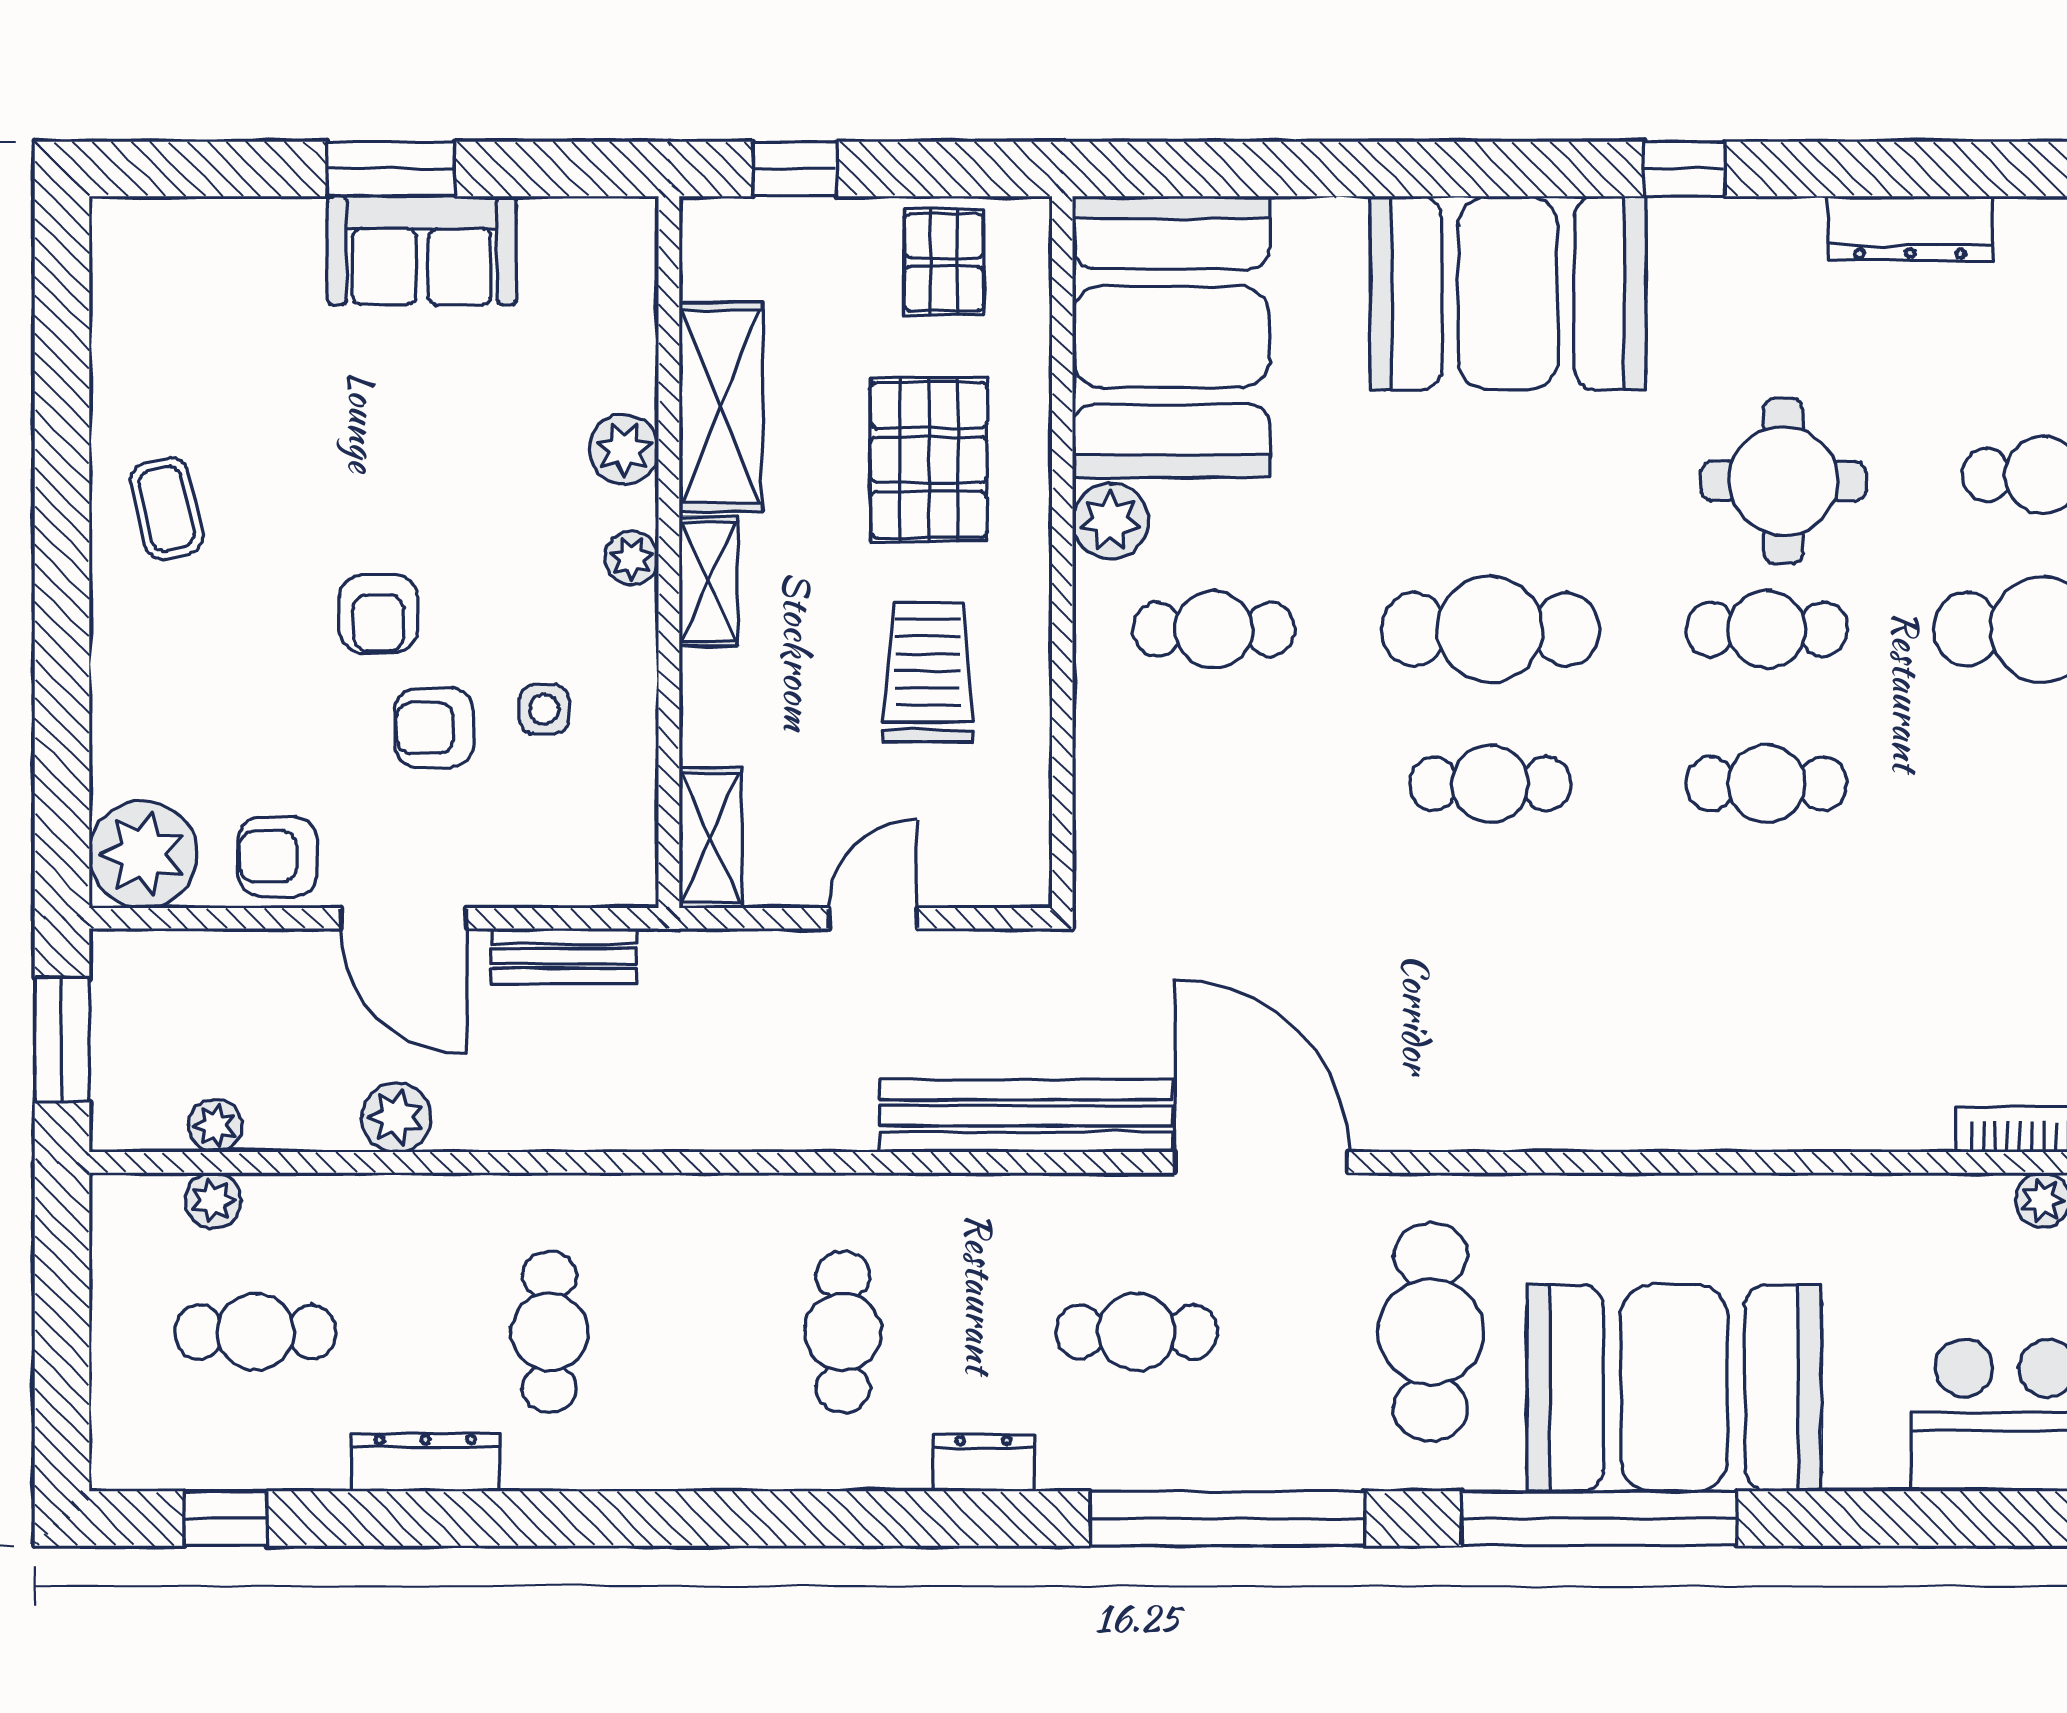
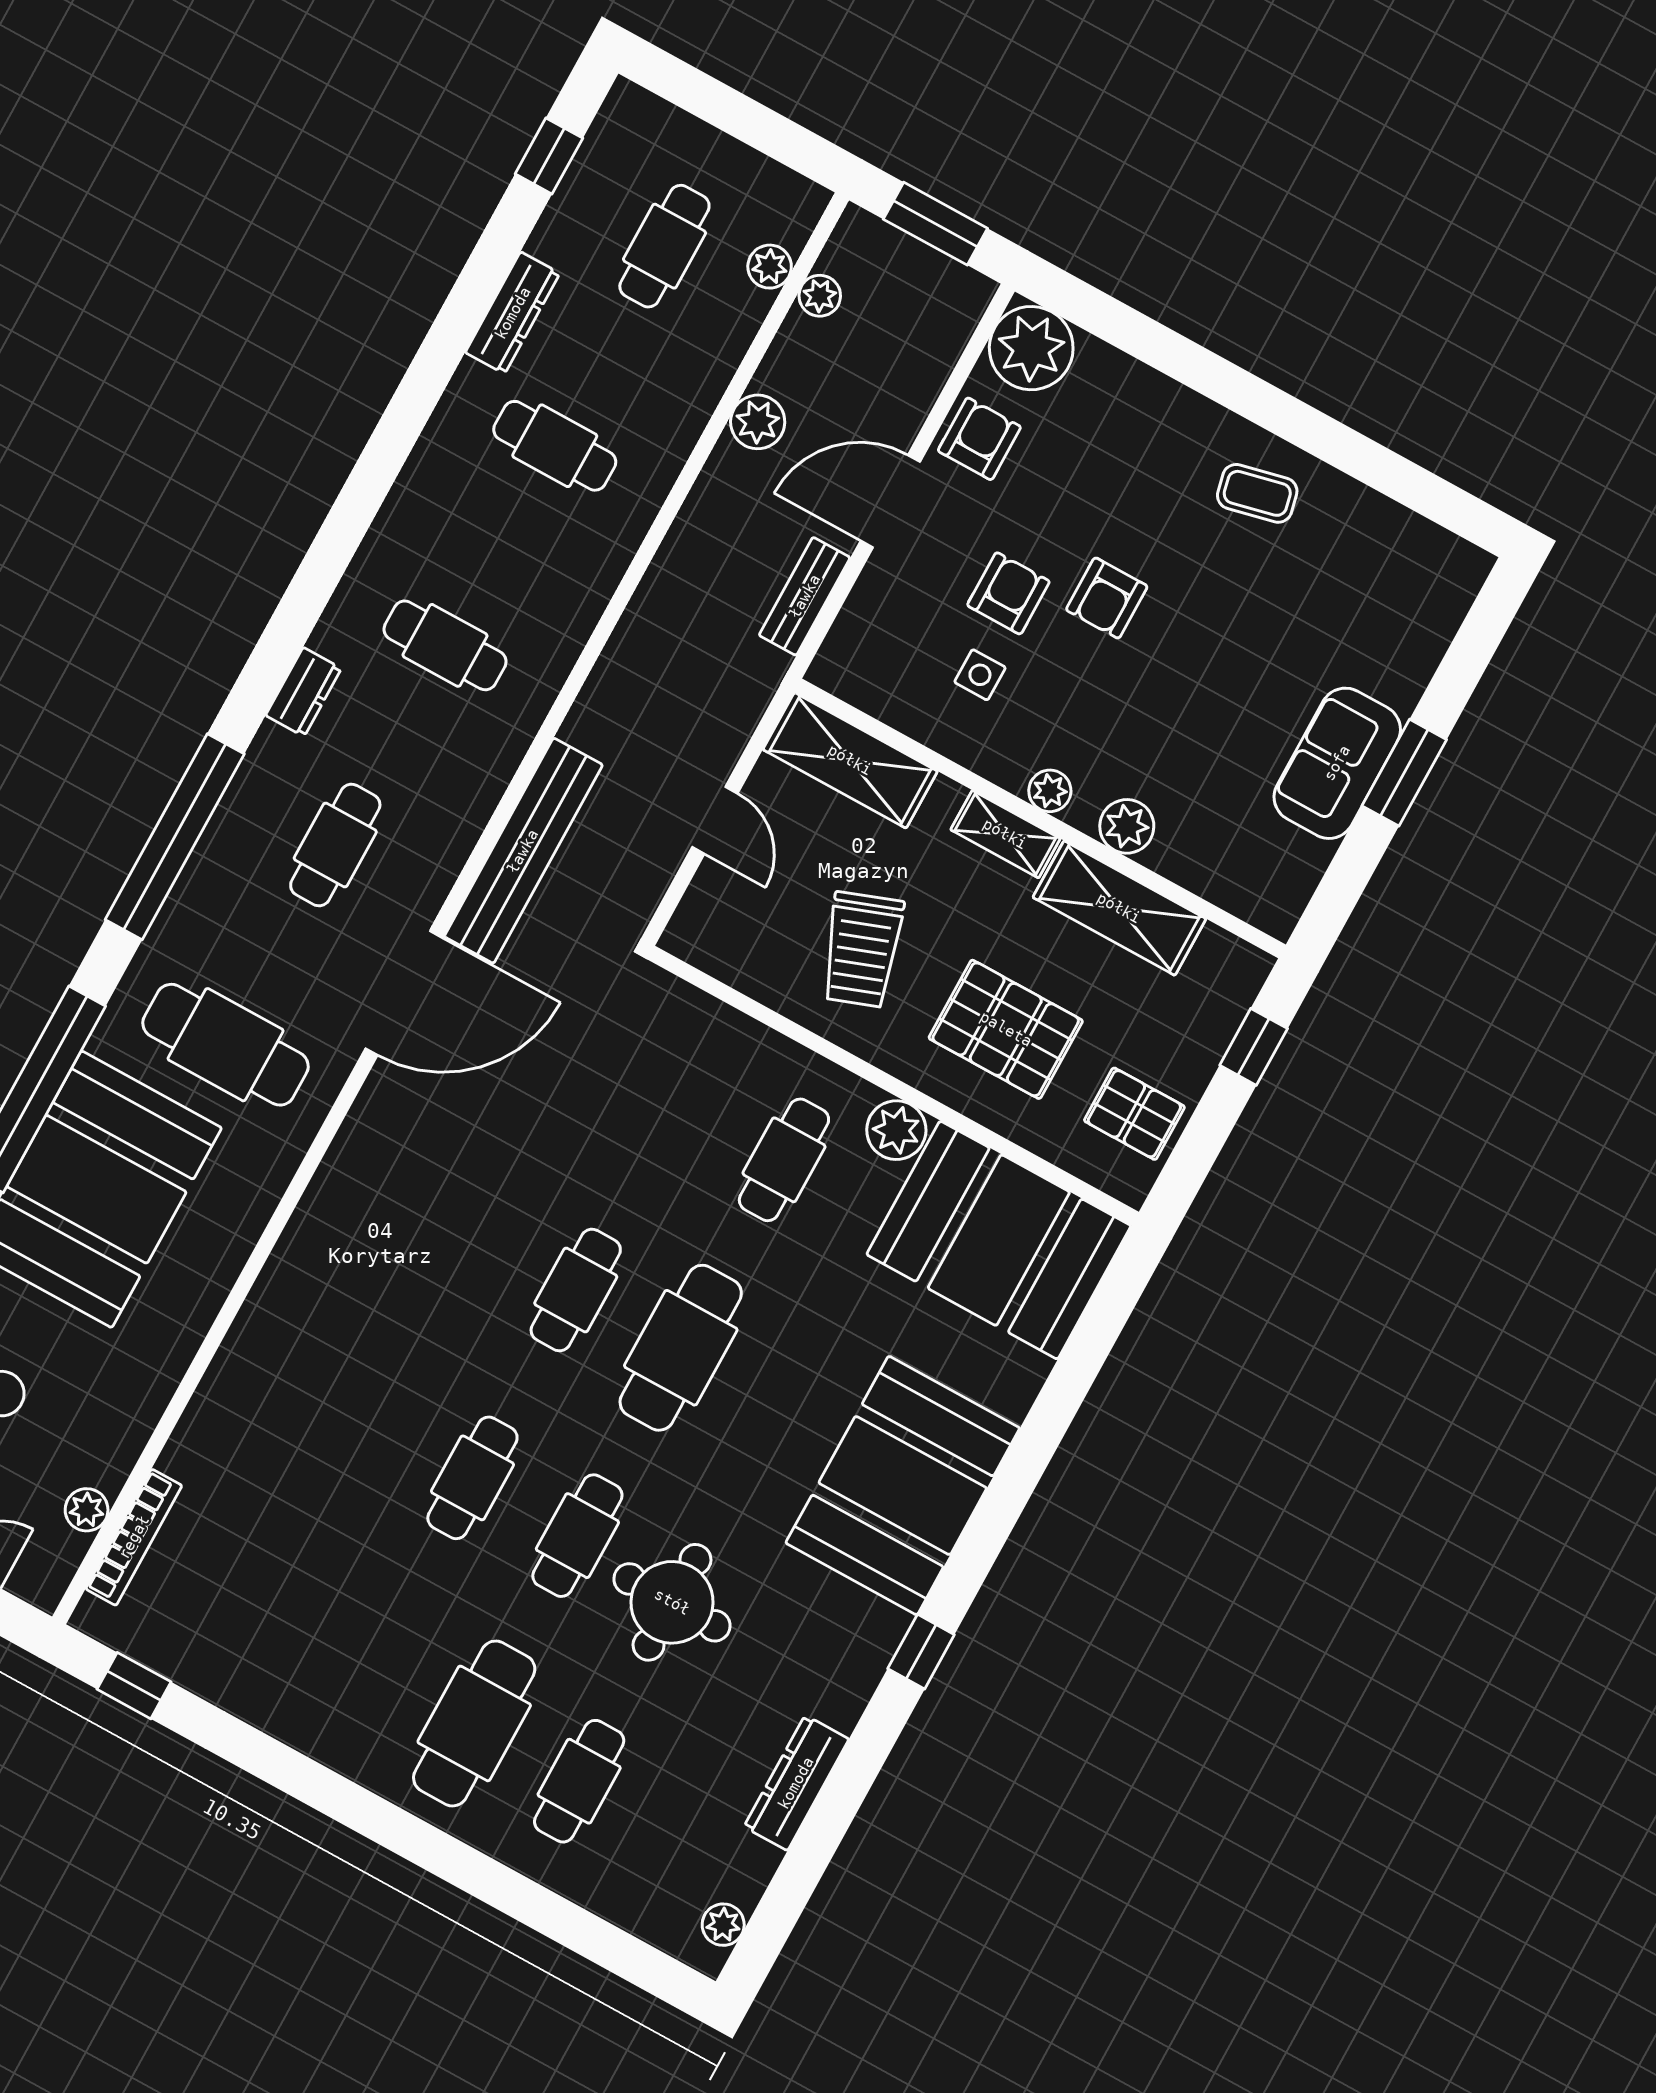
armchair: (378, 614) -> (1107, 598), turned -90
trolley: (928, 672) -> (862, 950), turned 70
shelving: (711, 838) -> (850, 760), width x1.50, depth x1.33

